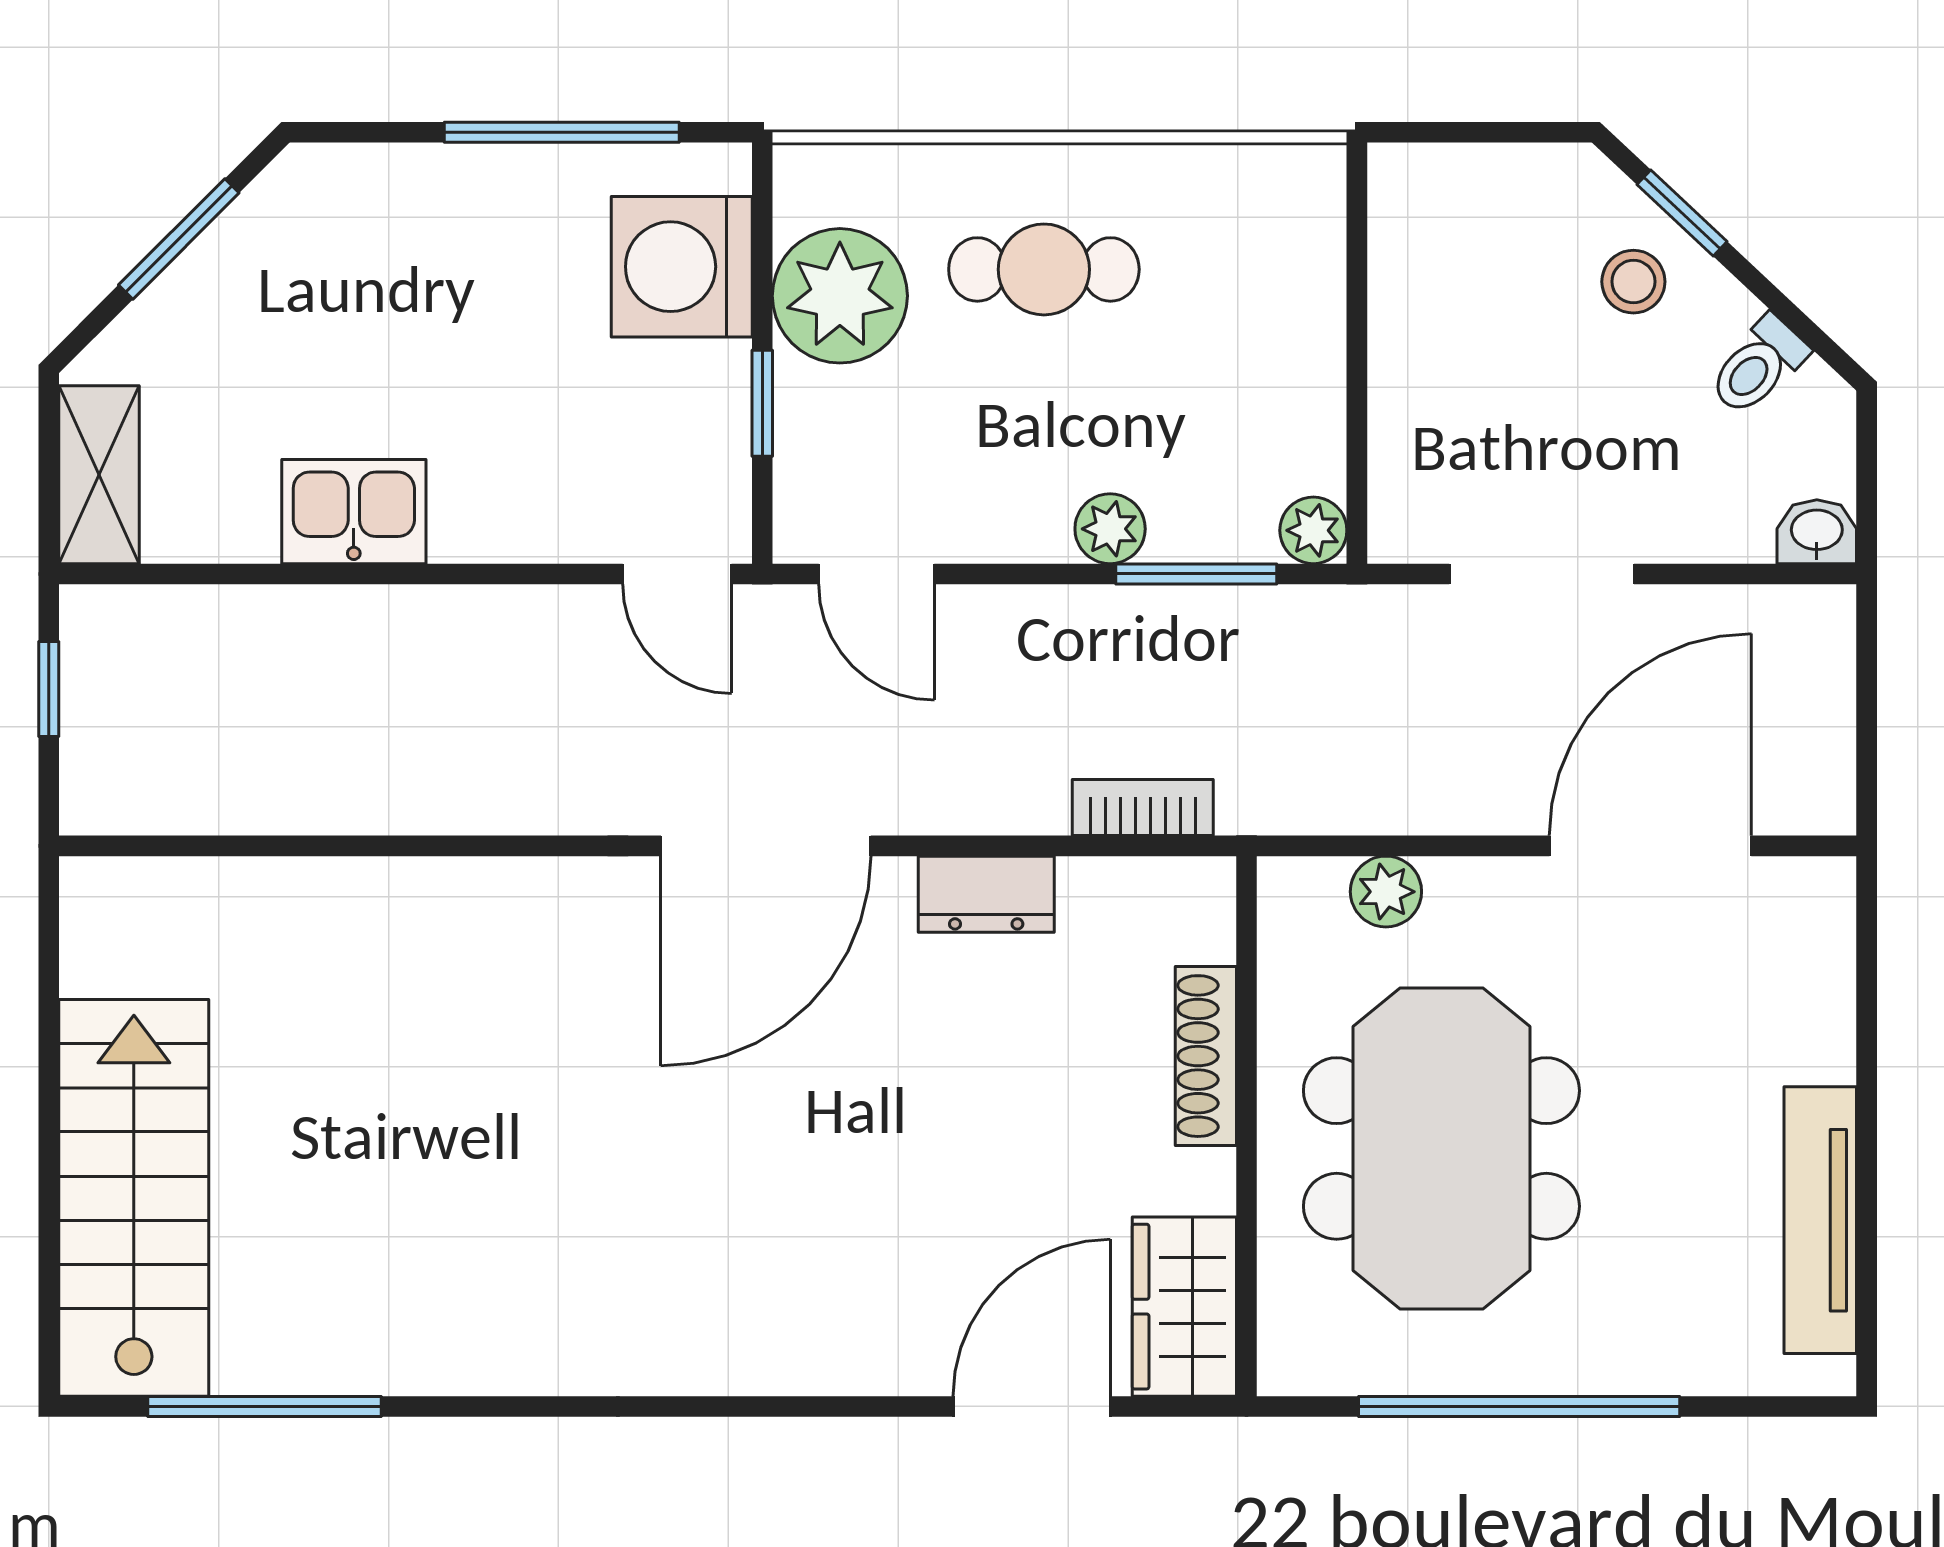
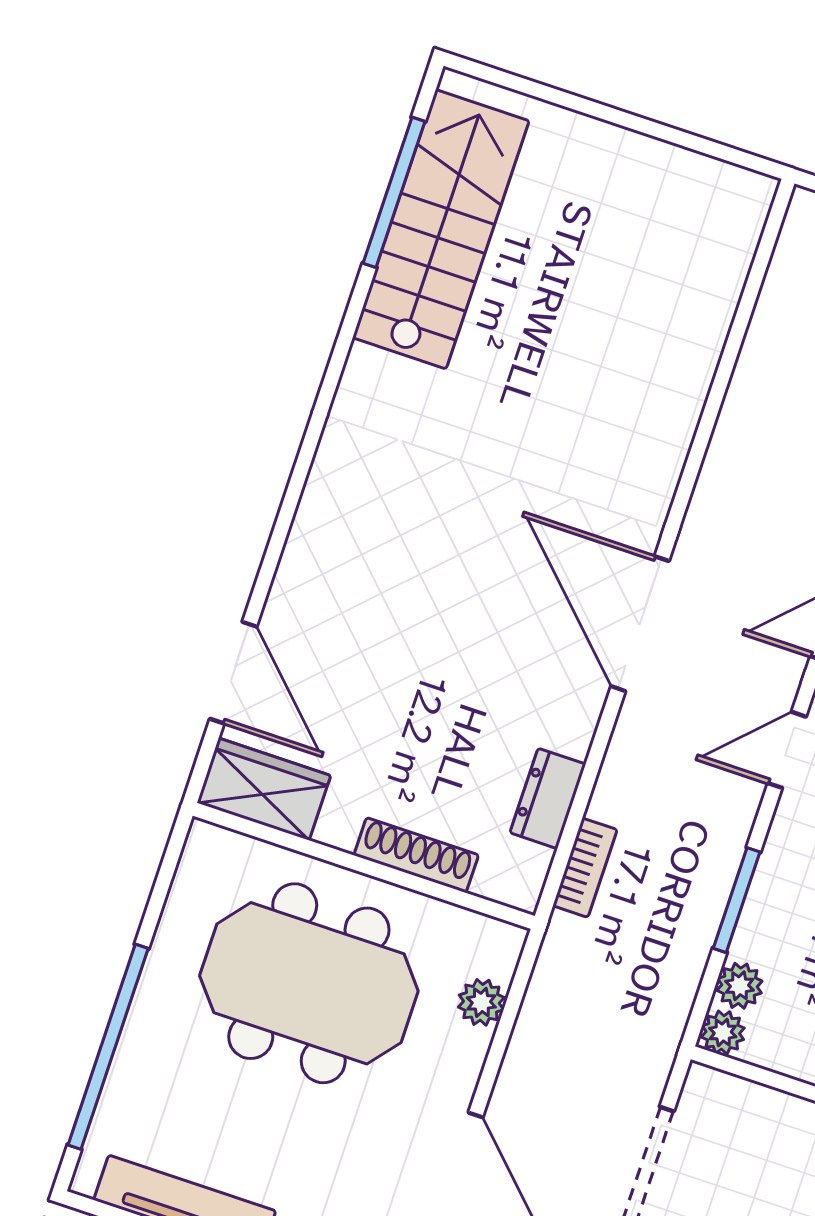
plant: (1110, 529) -> (740, 986), moved
window: (1196, 574) -> (737, 900), moved
dresser: (986, 894) -> (548, 798), moved
stairs: (134, 1198) -> (441, 229), moved, turned -90
window: (1519, 1406) -> (108, 1047), moved

